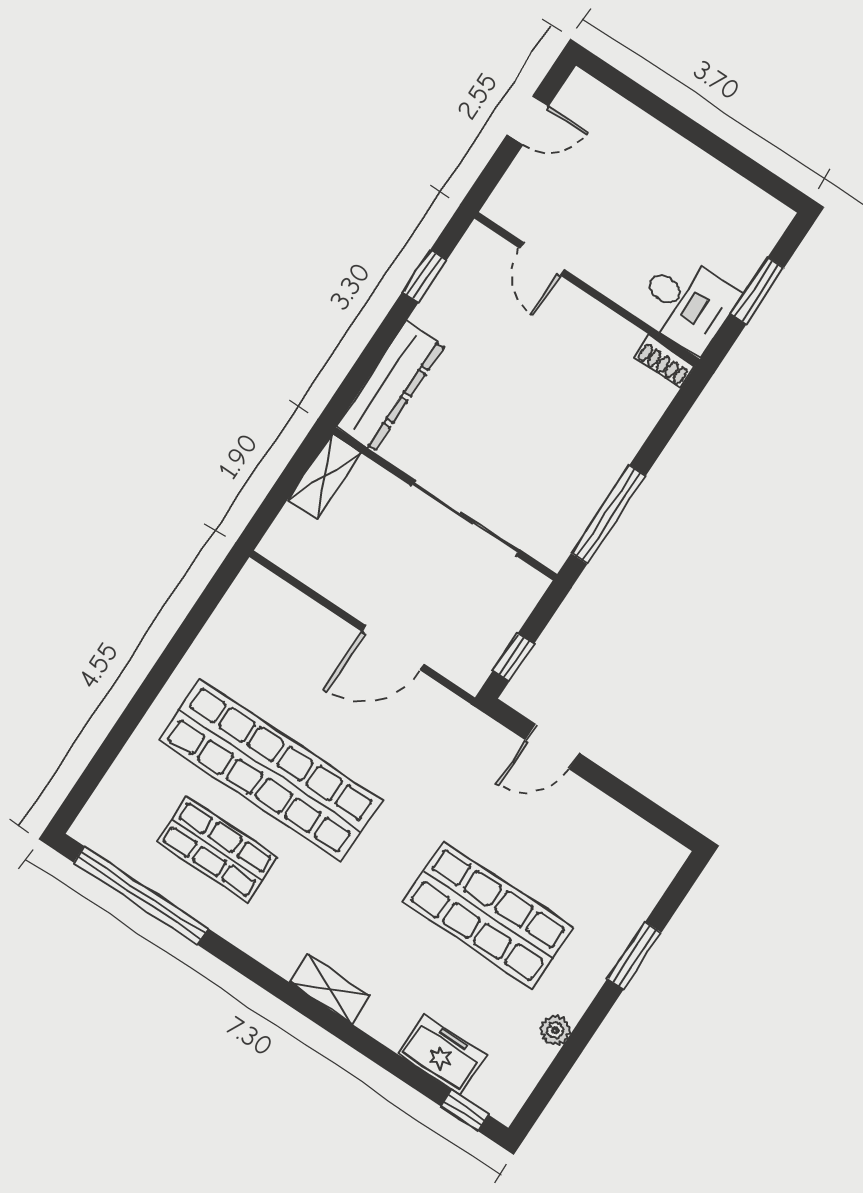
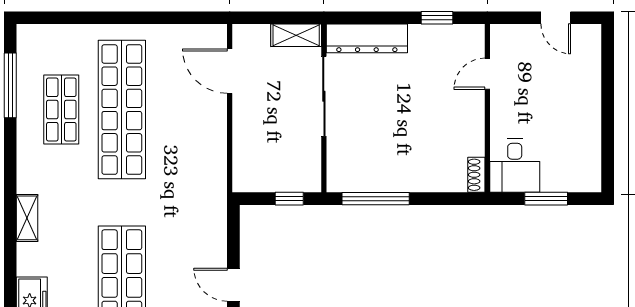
sliding door: (466, 518) -> (324, 96), moved
door: (393, 648) -> (230, 71), moved
window: (513, 657) -> (289, 199), moved
door: (552, 747) -> (233, 285), moved
window: (141, 895) -> (10, 85), width x0.68

